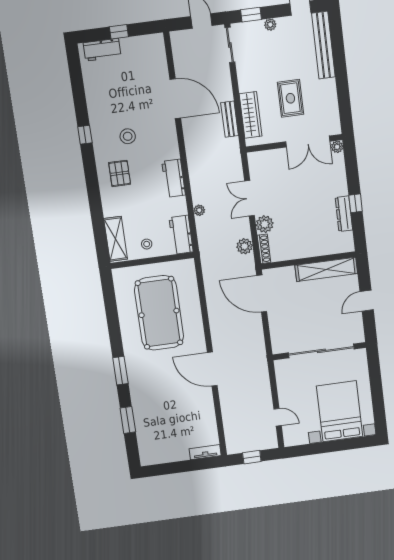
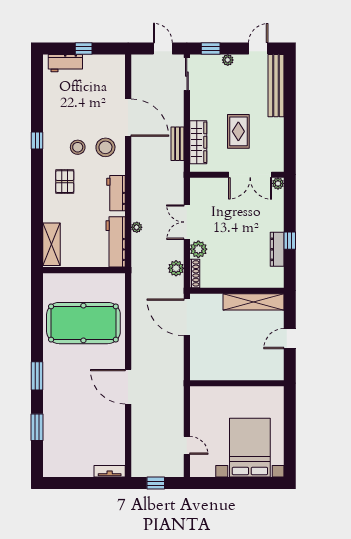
workbench: (181, 235) -> (116, 242), width x1.38
stool: (147, 244) -> (105, 147), moved, width x1.89, depth x1.89
pool table: (159, 313) -> (83, 323), turned 90
sliding door: (321, 351) -> (239, 383), removed

